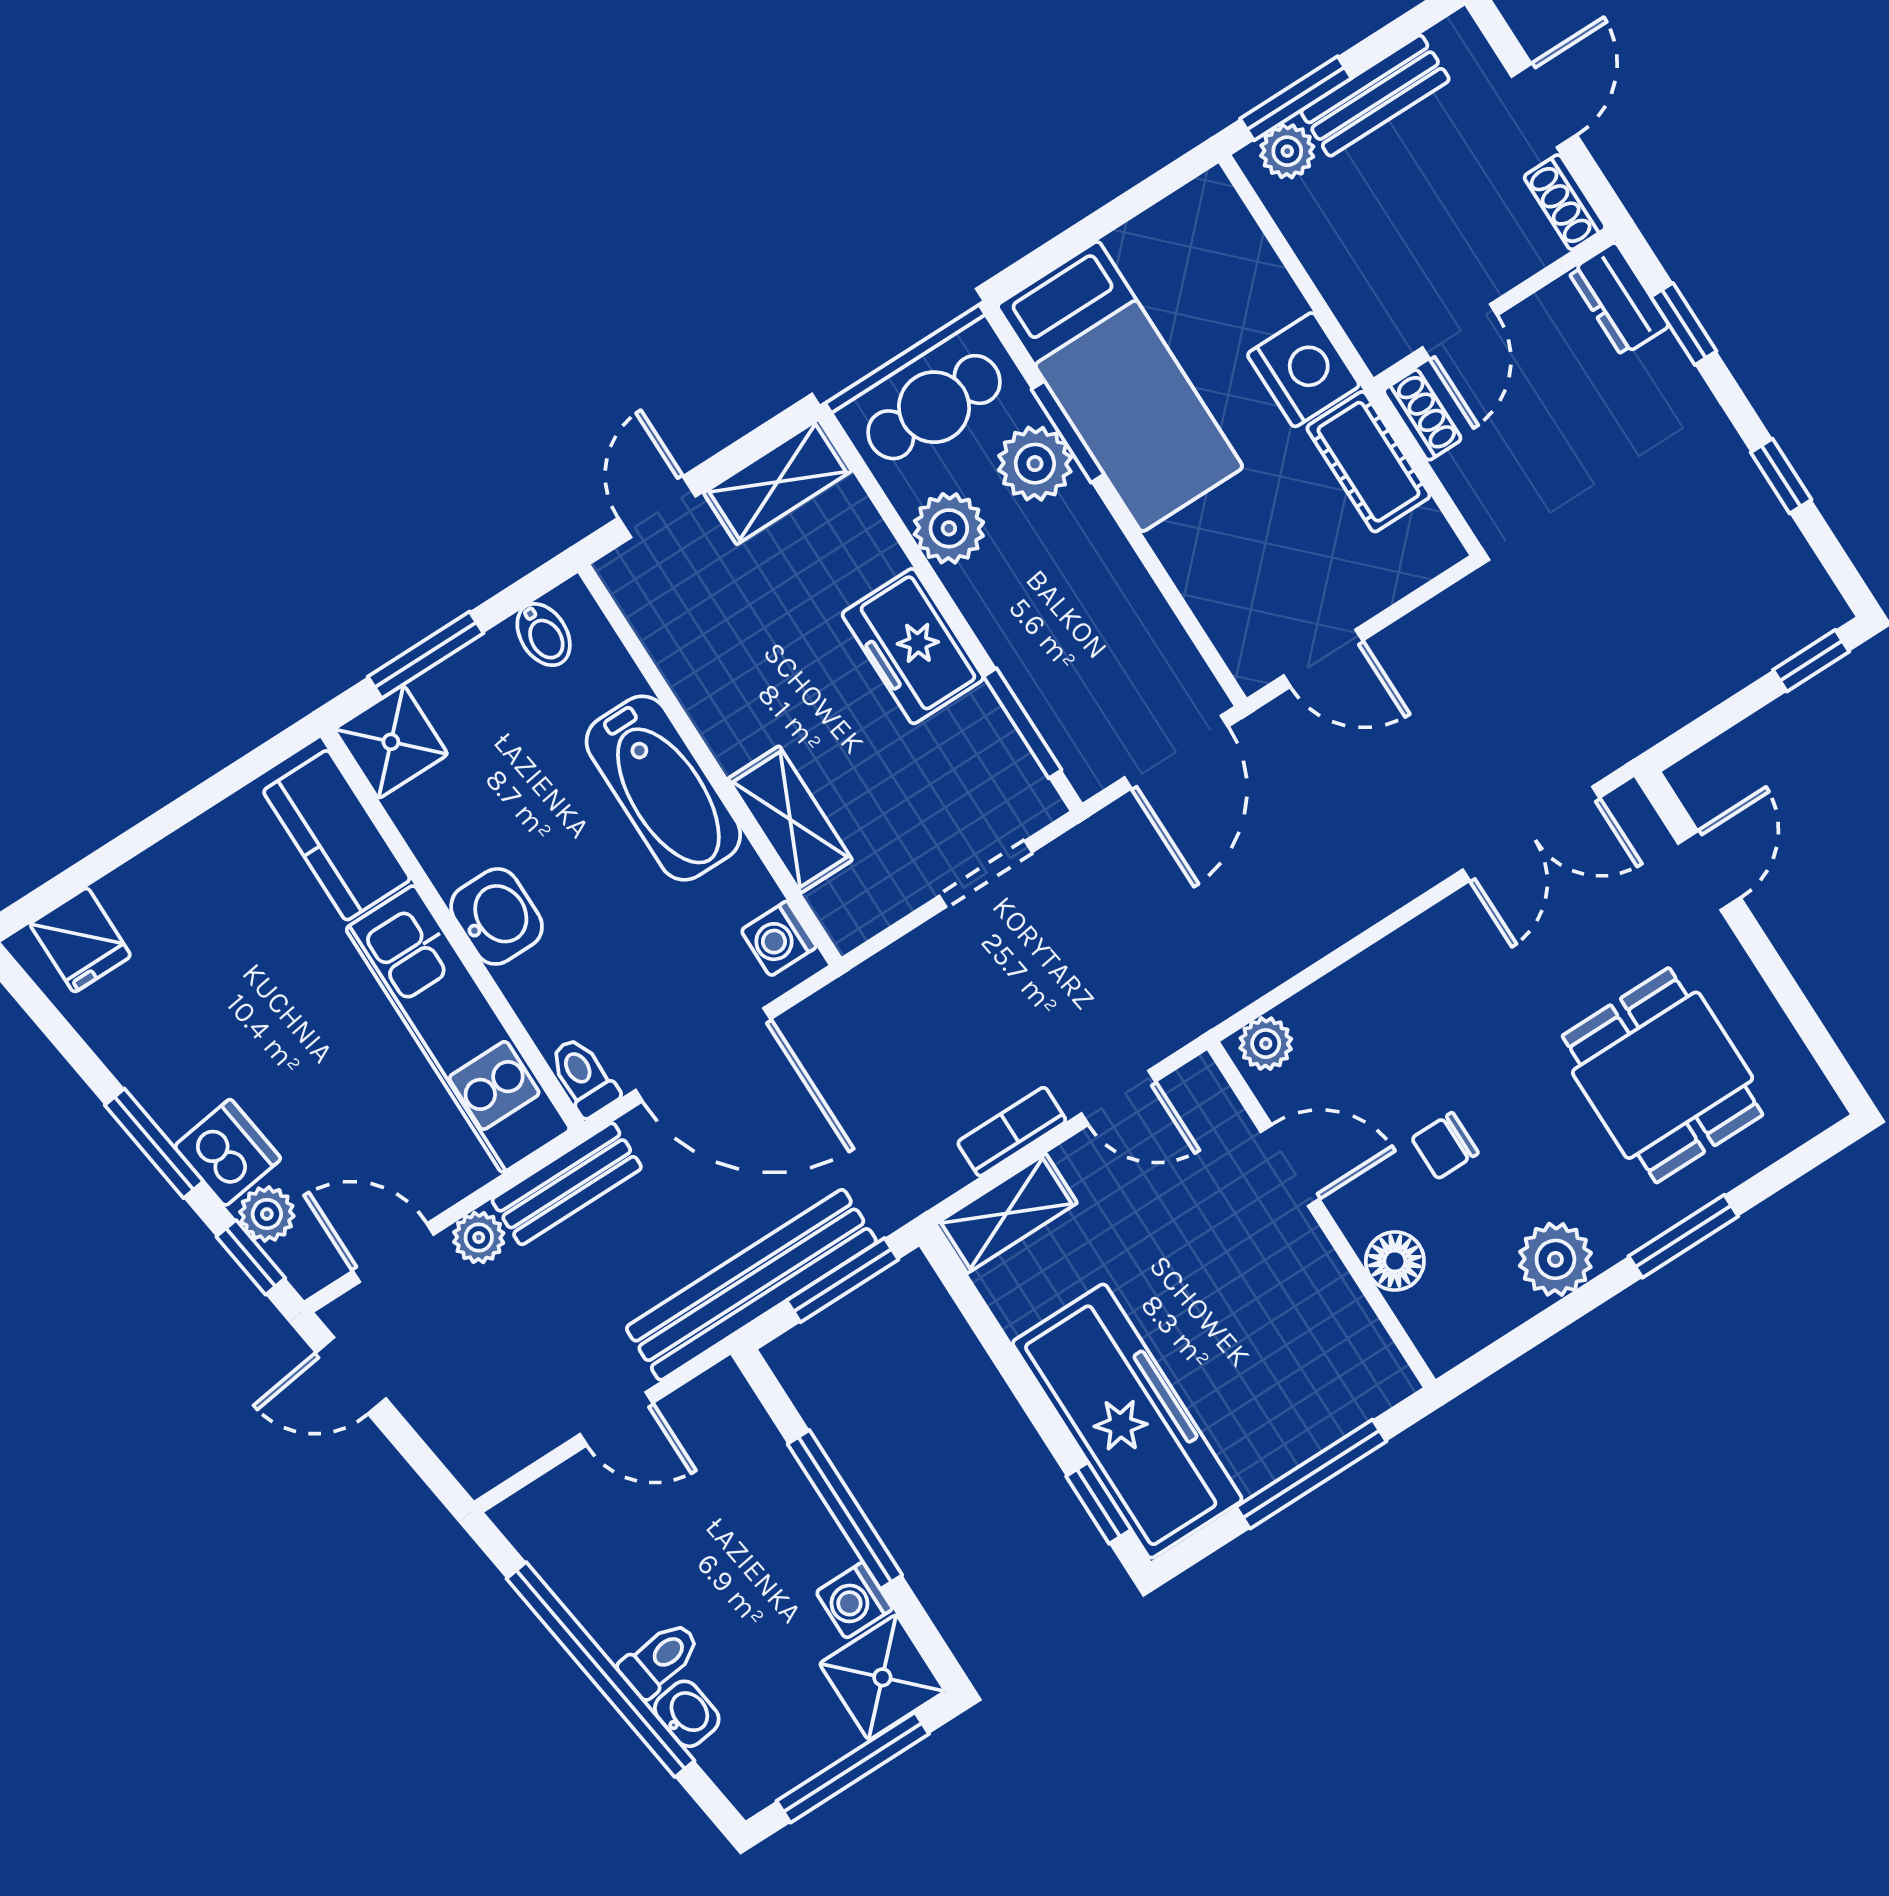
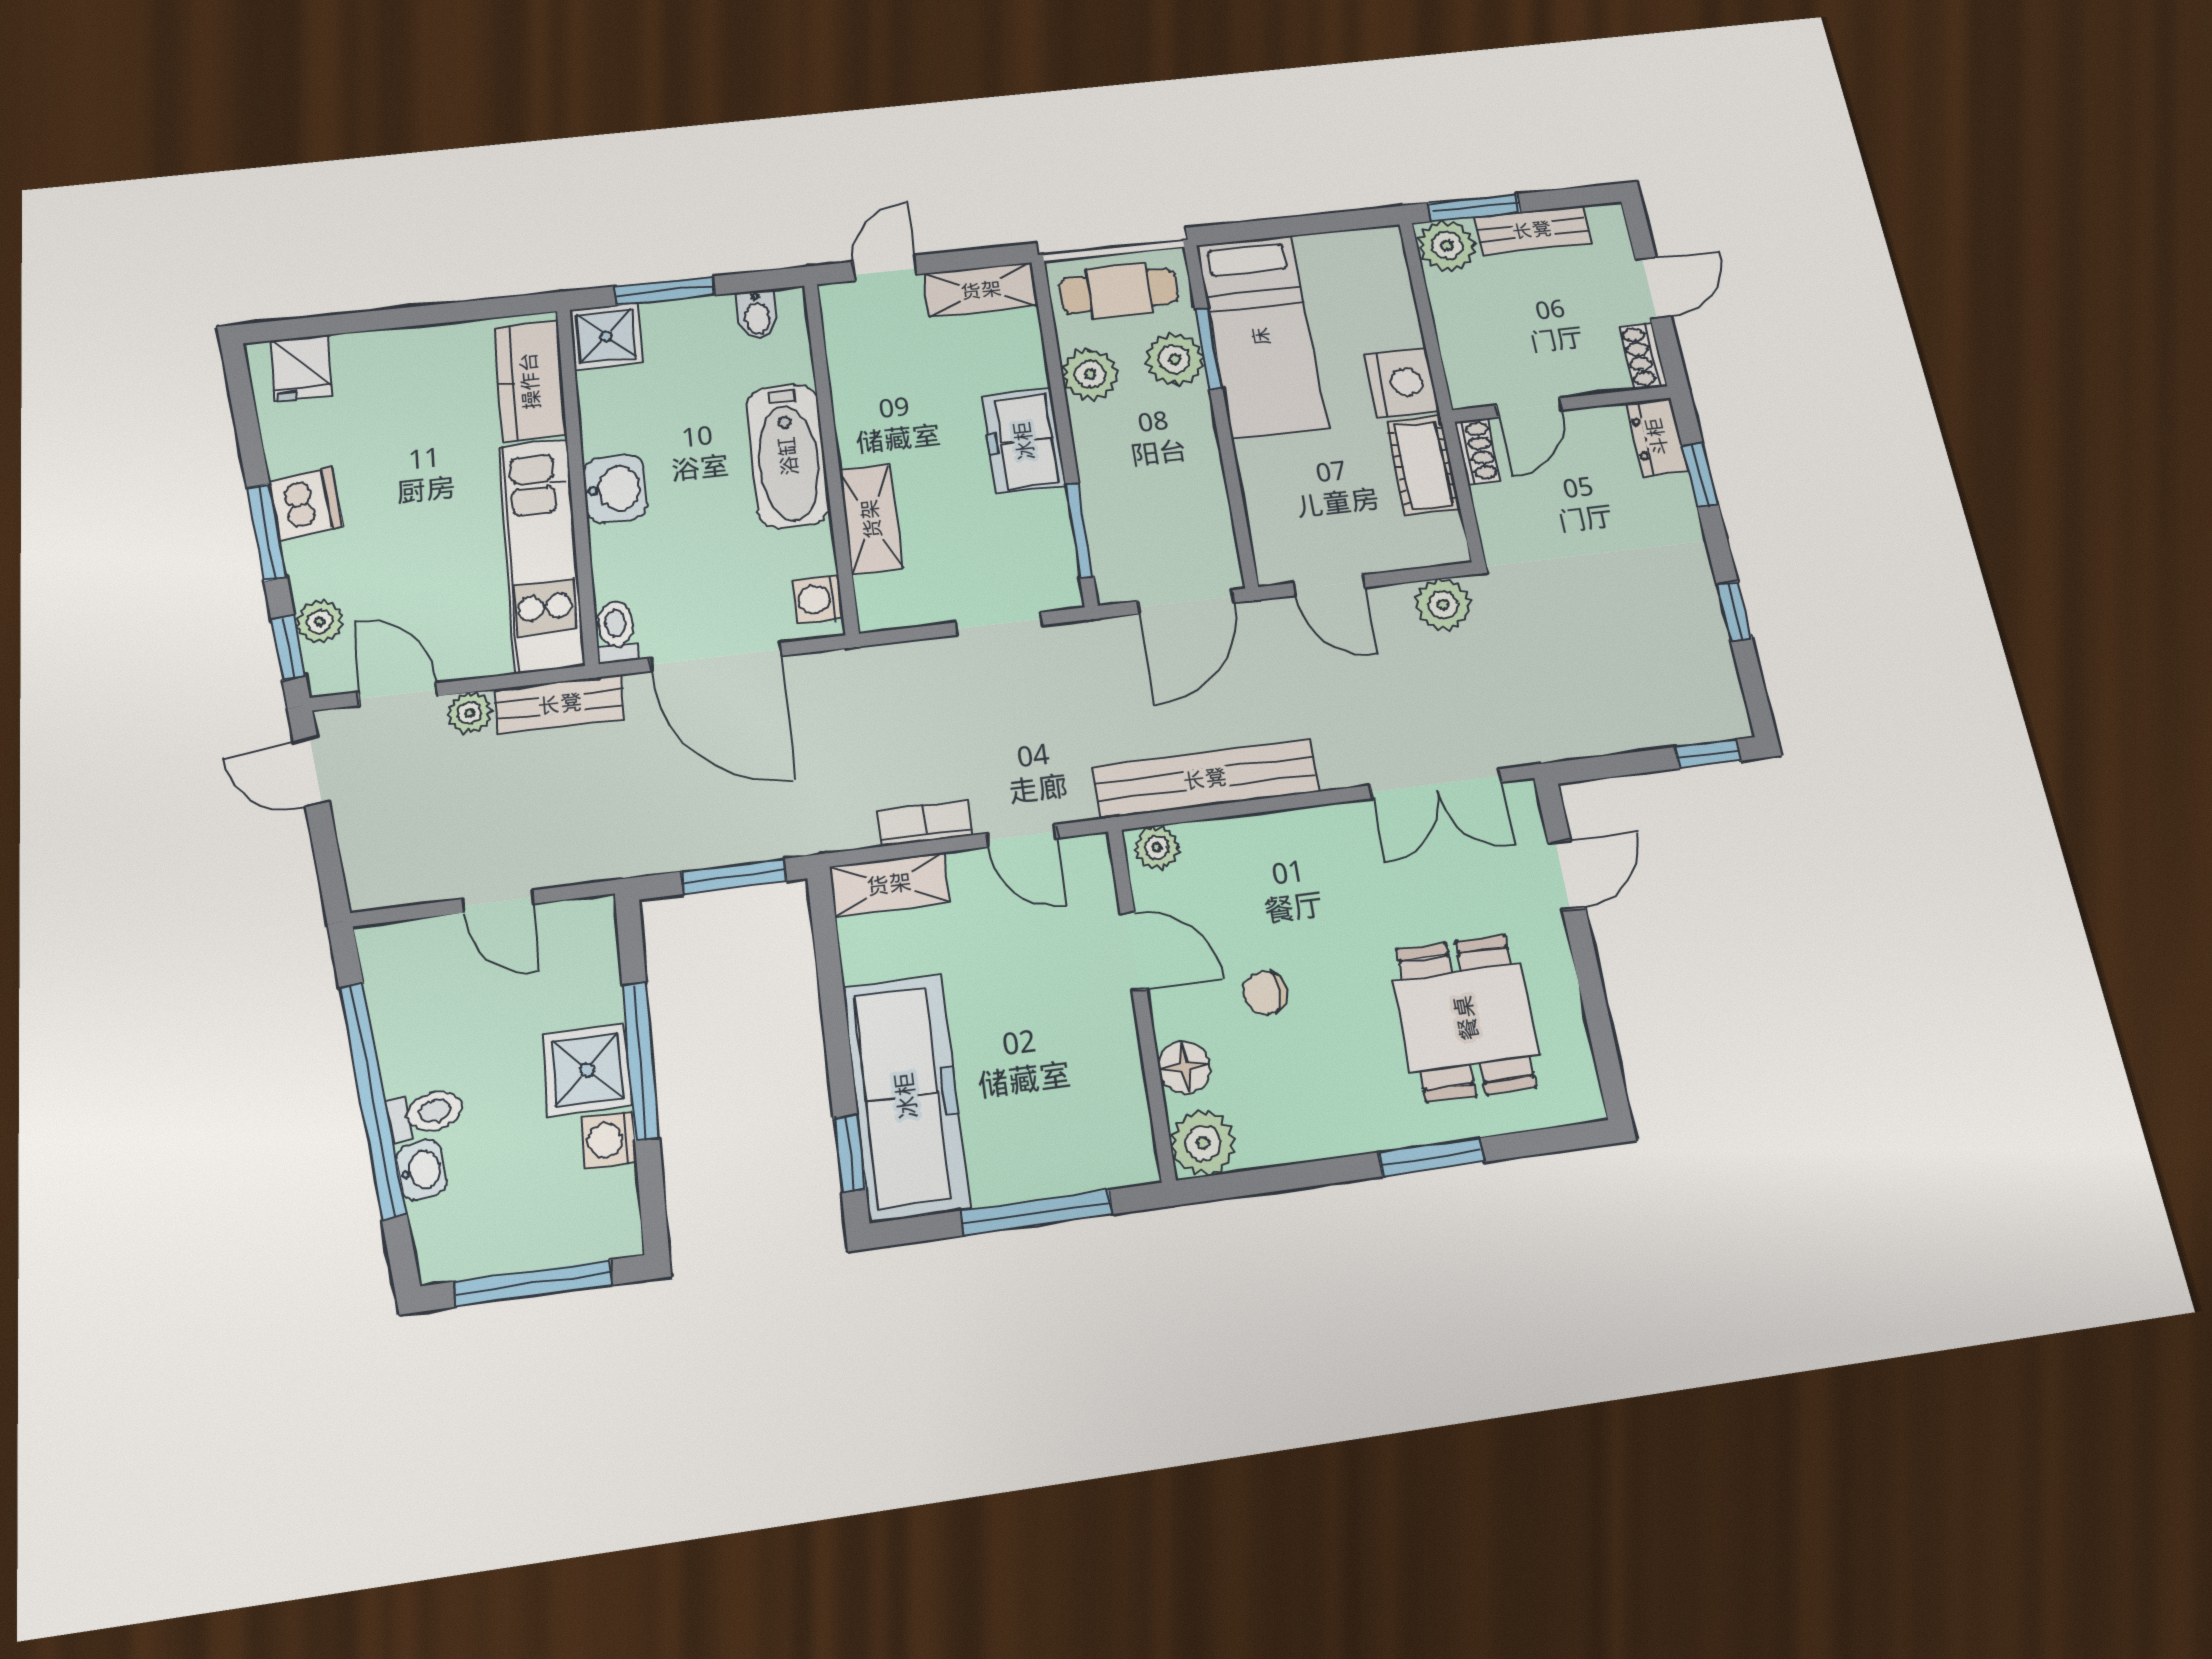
plant: (1287, 151) -> (1447, 246), width x1.38, depth x1.38
plant: (1457, 622) -> (1443, 605), added
dishwasher: (228, 1153) -> (306, 504), moved
plant: (1555, 1259) -> (1203, 1143), moved
bench: (751, 1285) -> (1205, 779), moved
shower: (882, 1677) -> (587, 1070), moved

